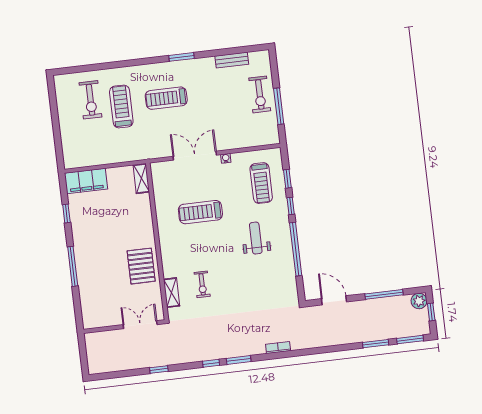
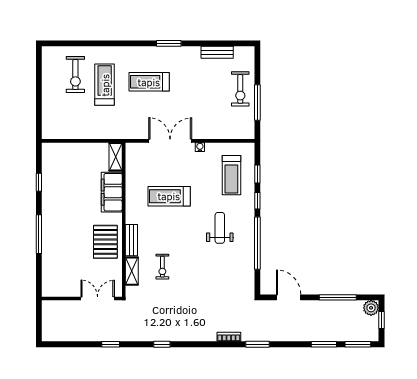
filing cabinet: (86, 181) -> (112, 192), moved, turned 90
bench: (167, 261) -> (131, 240), added
window: (239, 360) -> (257, 344), moved

